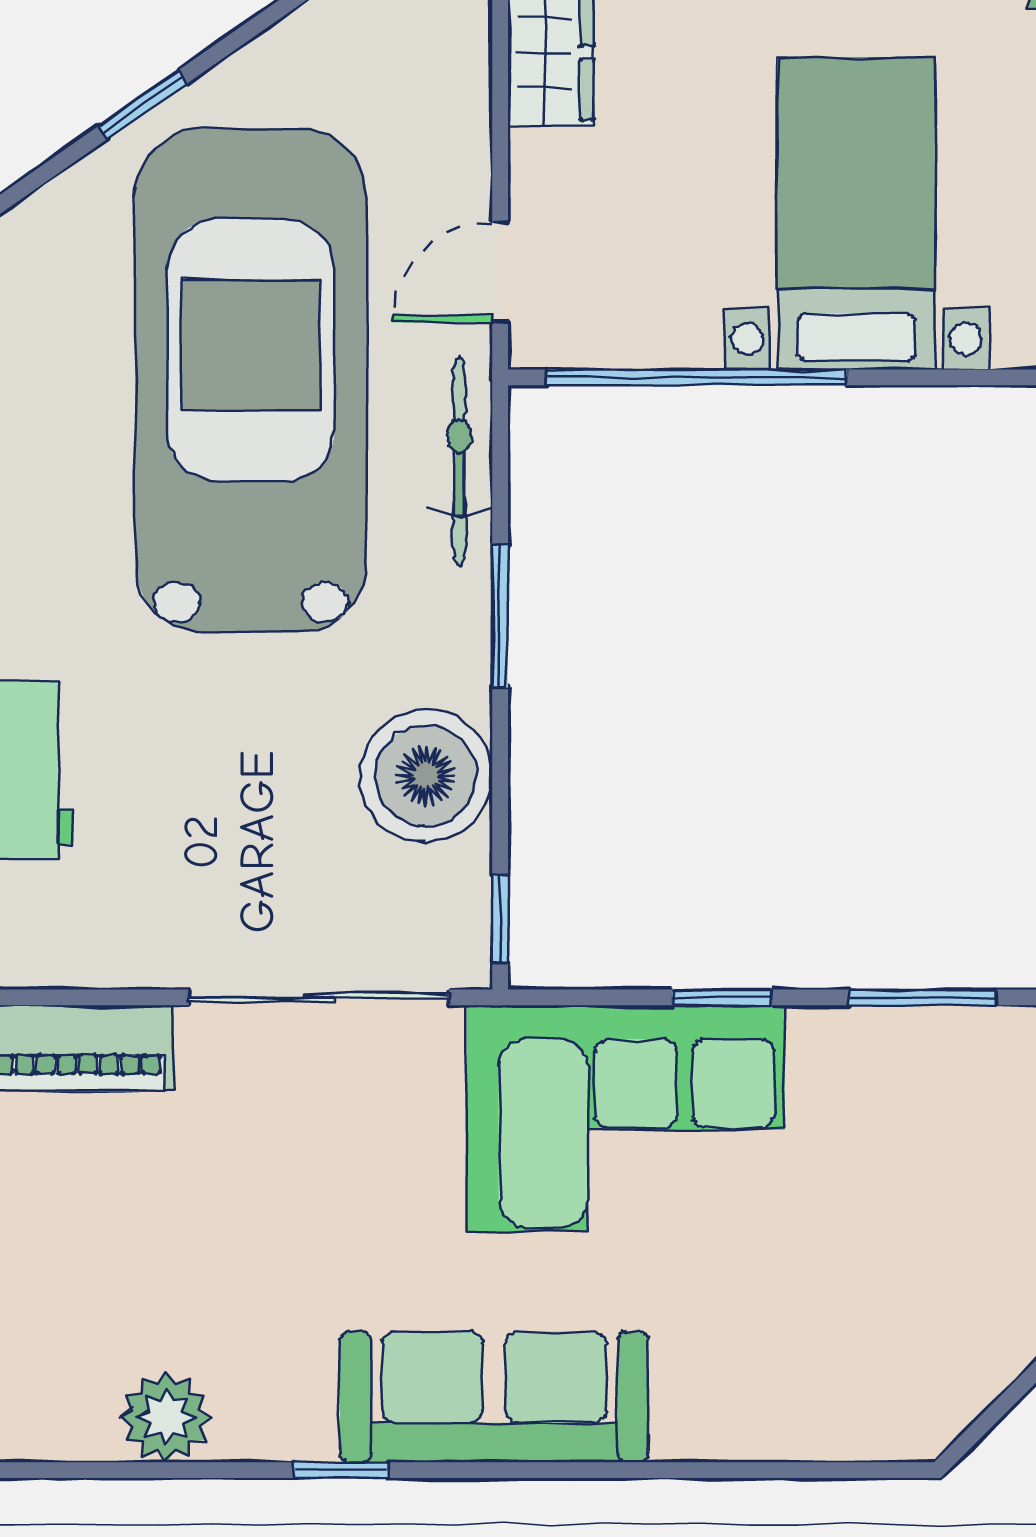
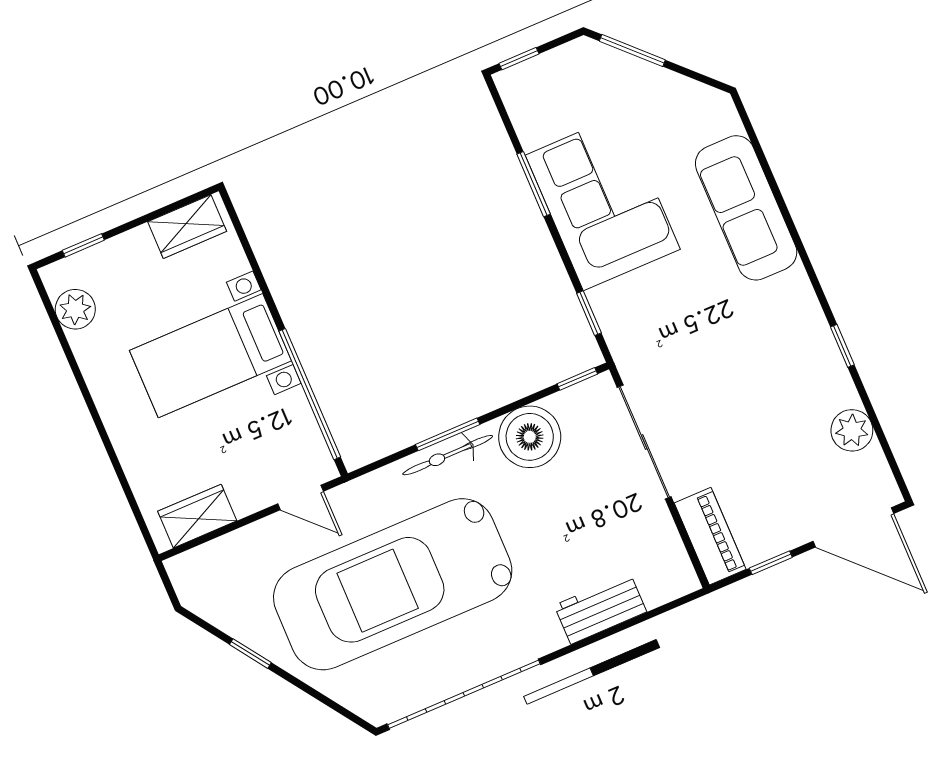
window: (143, 104) -> (250, 654), moved
bicycle: (459, 461) -> (448, 455), moved
window: (722, 997) -> (589, 313), moved
corner sofa: (626, 1118) -> (603, 202), moved
sofa: (494, 1397) -> (746, 208), moved

